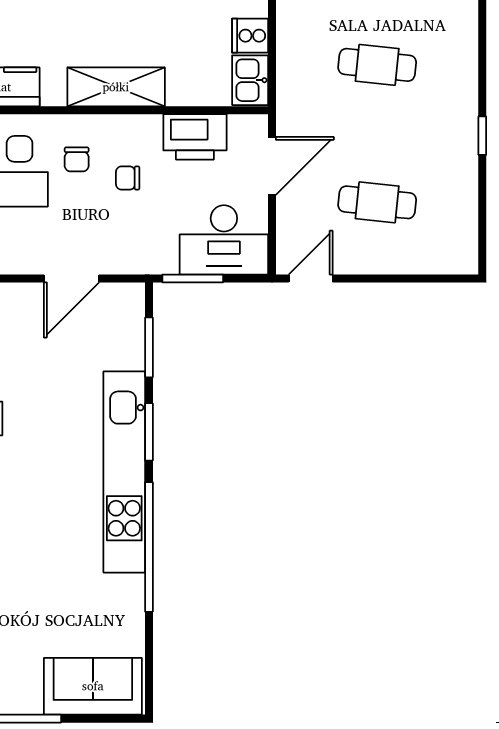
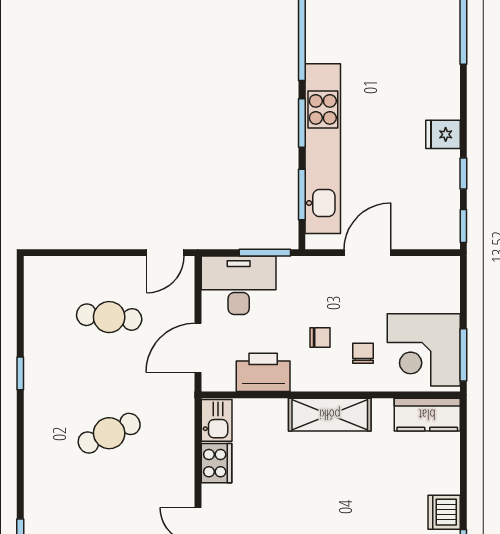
cooker: (250, 36) -> (216, 463), width x1.36
cafe table: (377, 65) -> (109, 433), turned -30
kitchen unit: (124, 472) -> (323, 149), moved

